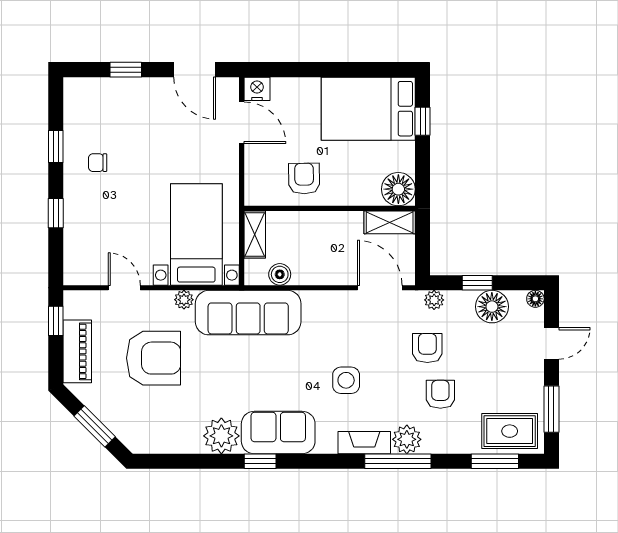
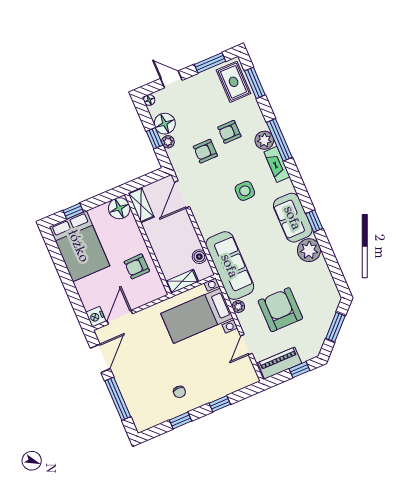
window: (126, 70) -> (118, 399), width x2.17
plant: (434, 300) -> (168, 142), moved
window: (56, 321) -> (299, 370), moved
piano: (77, 351) -> (280, 363), moved

